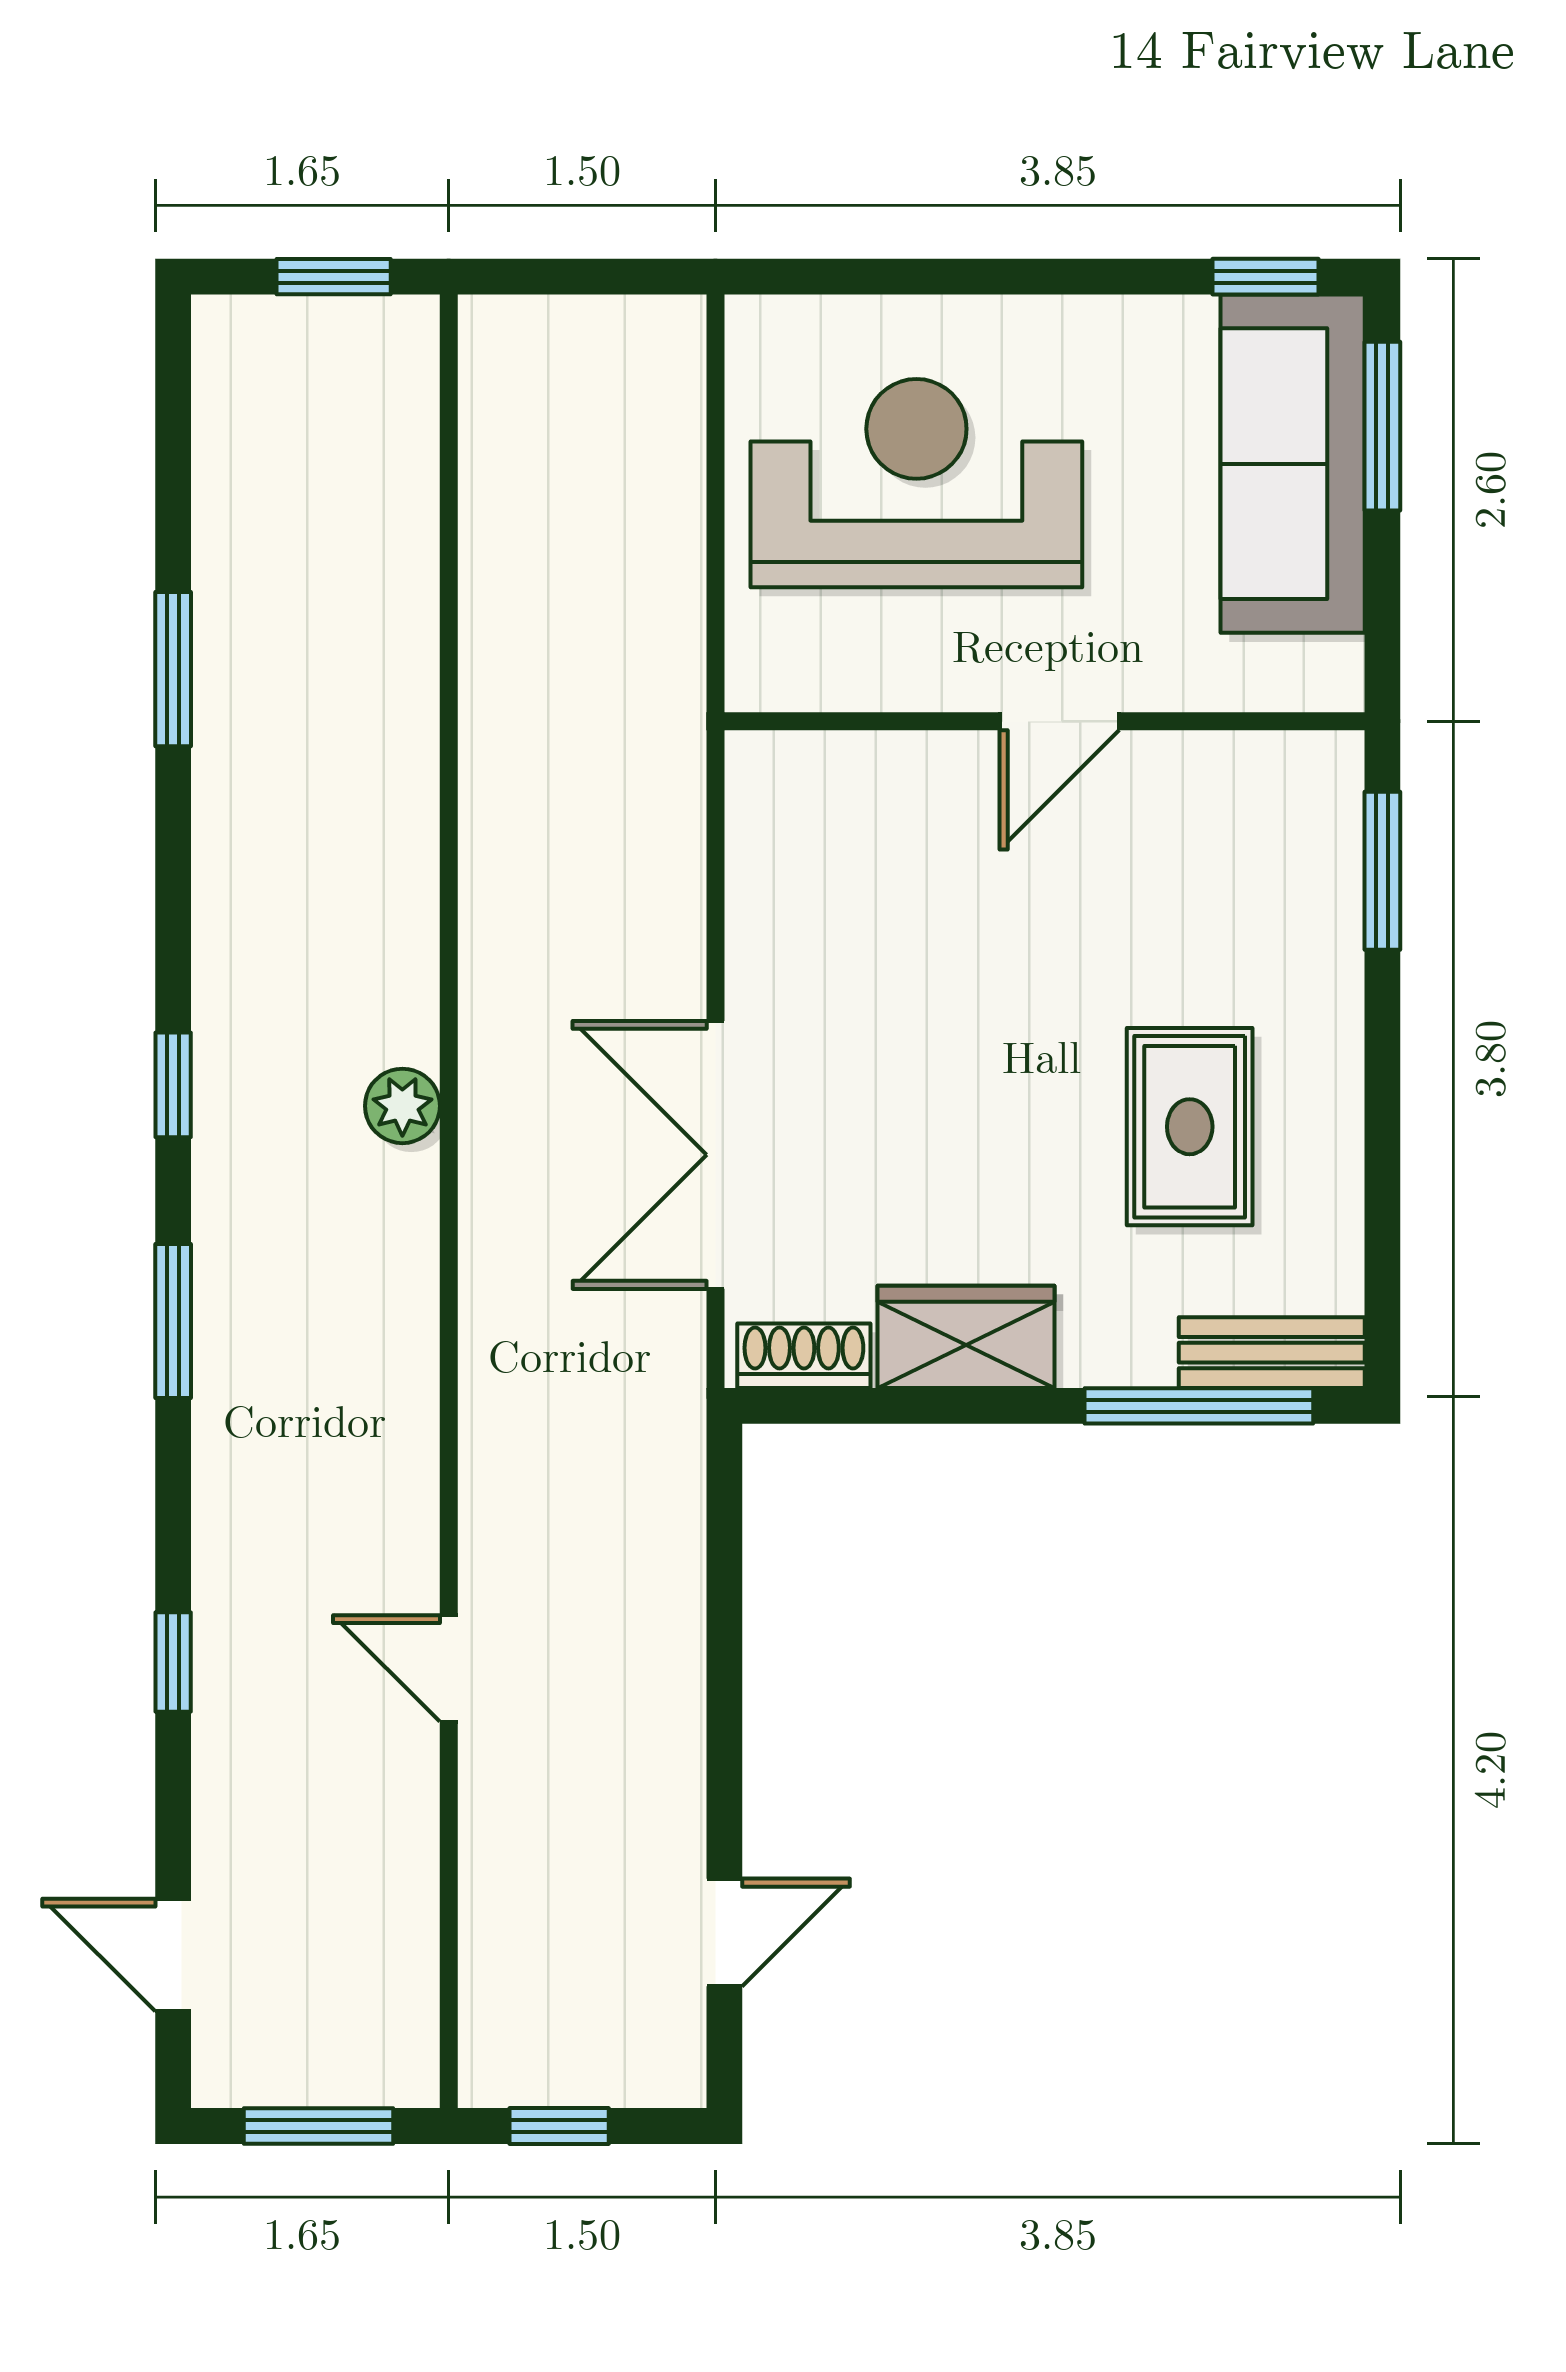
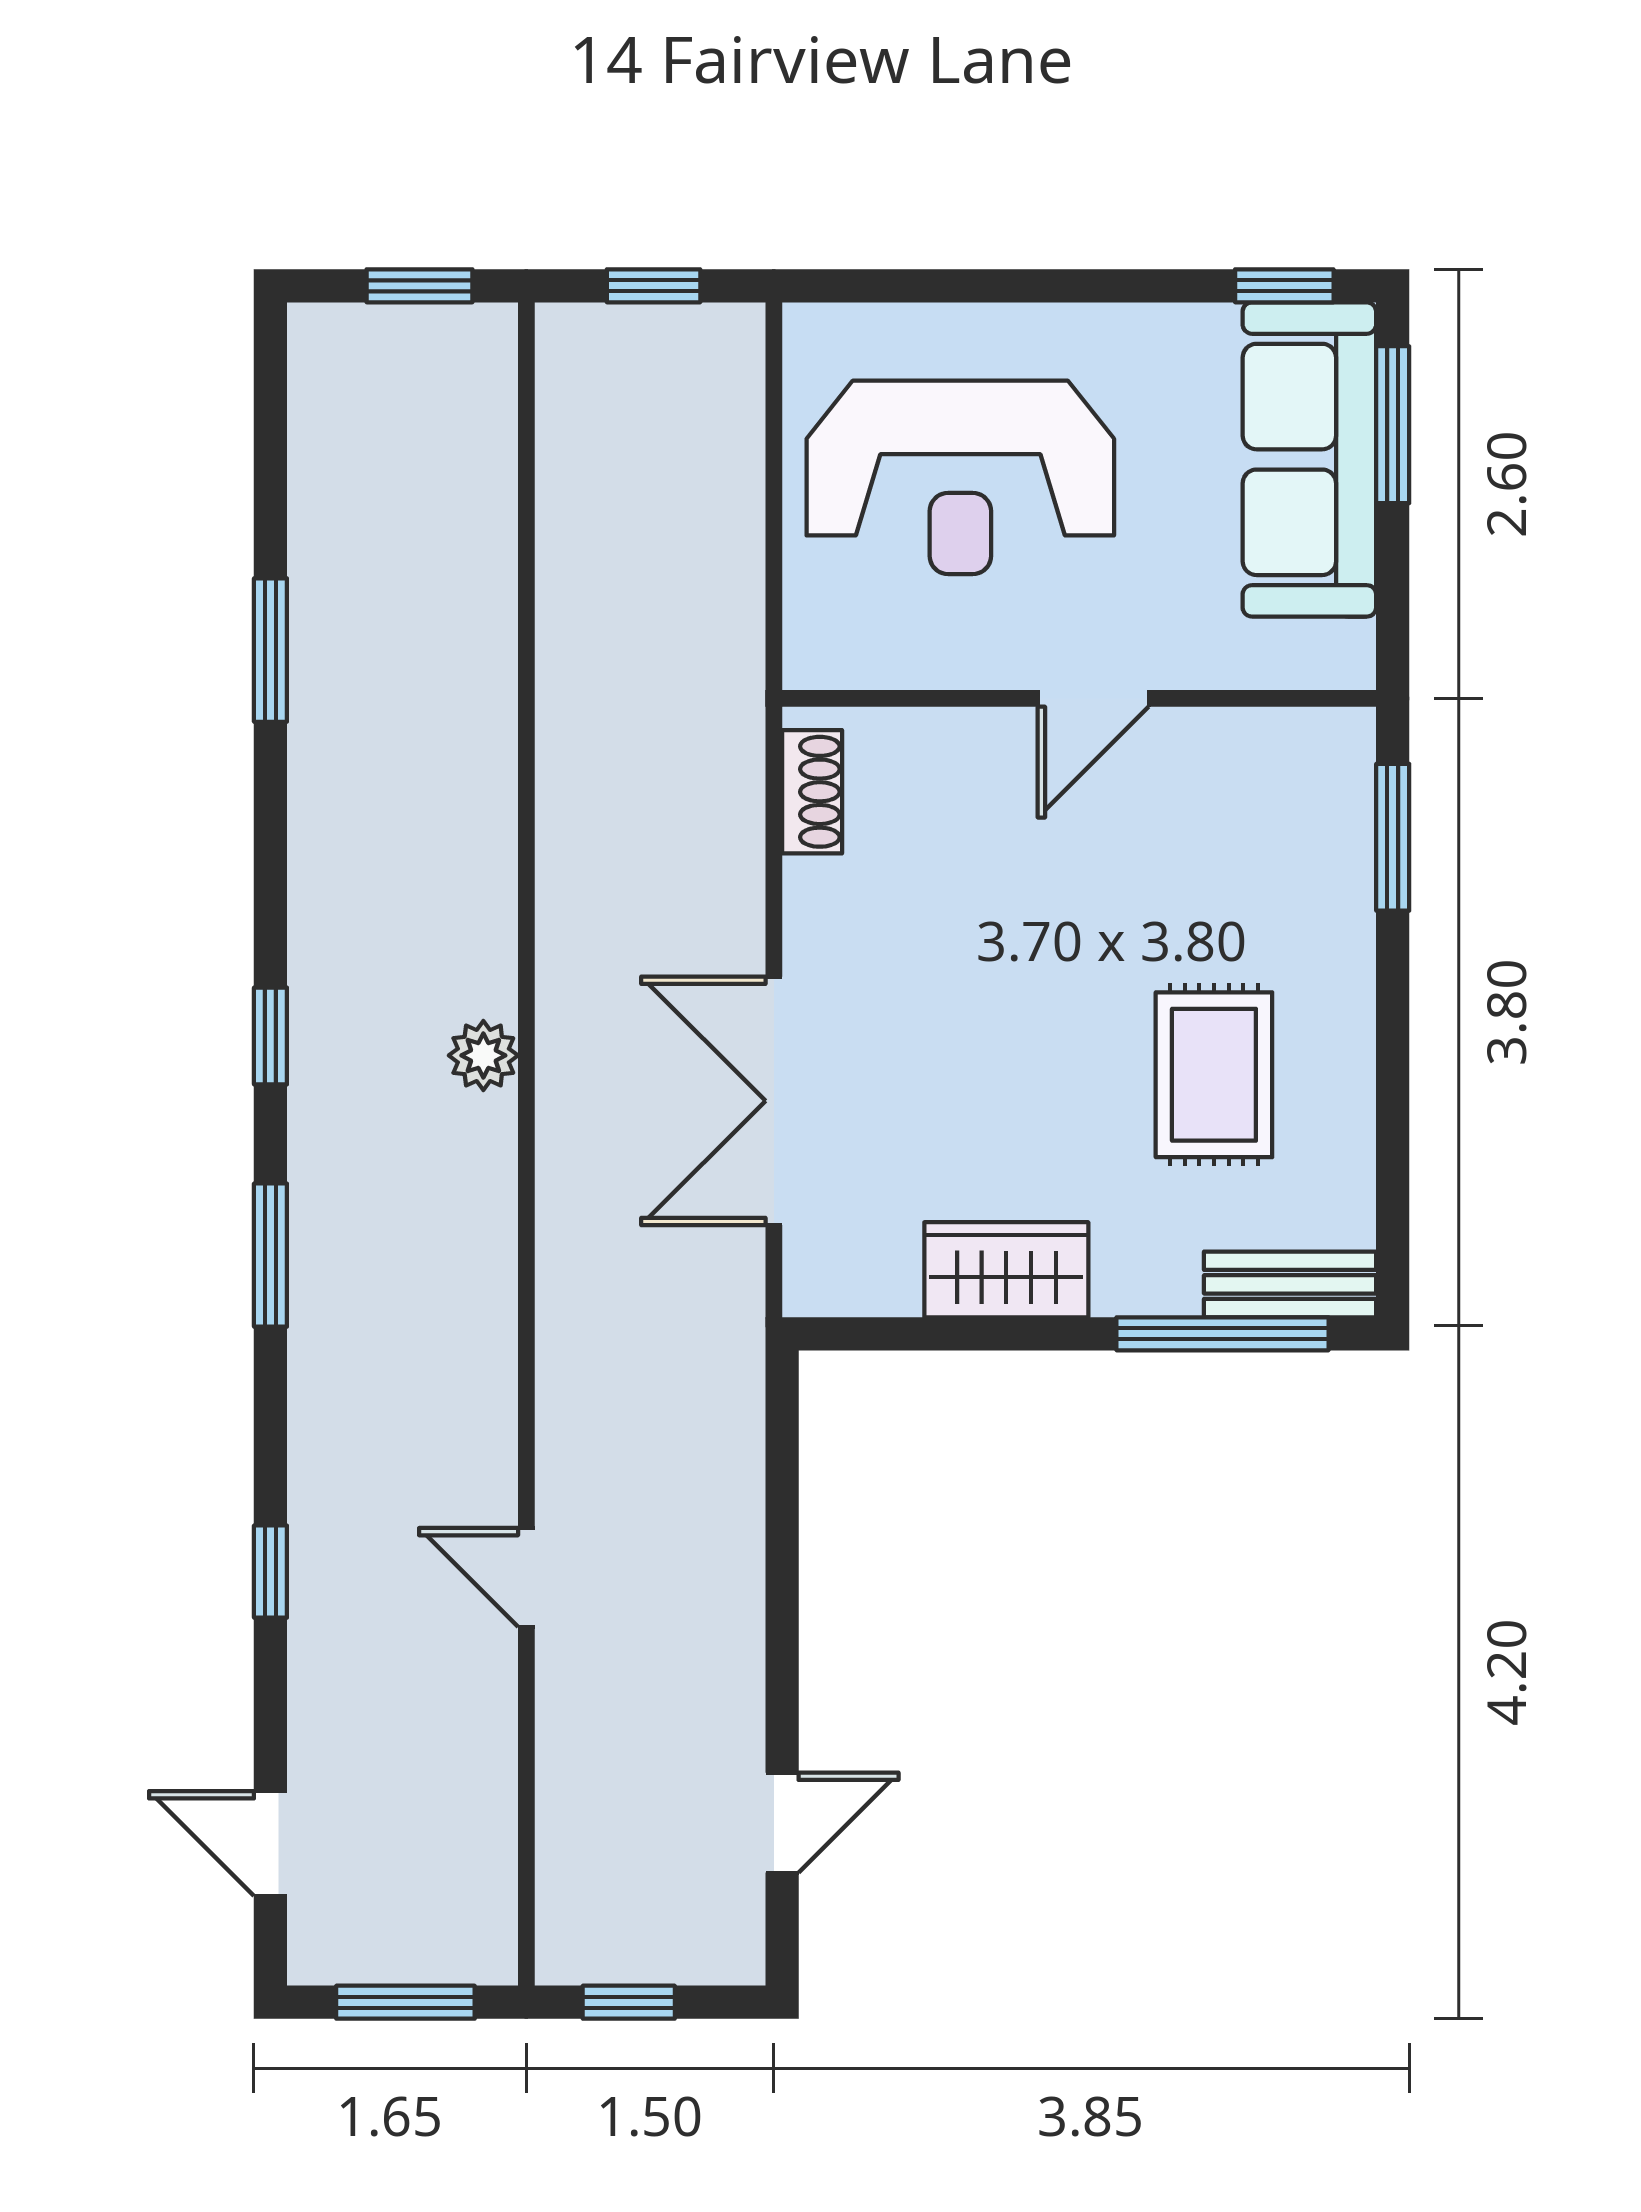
window: (586, 277) -> (654, 286), added
reception desk: (916, 483) -> (960, 477), turned 180
shoe rack: (804, 1356) -> (812, 792), moved, turned 90

